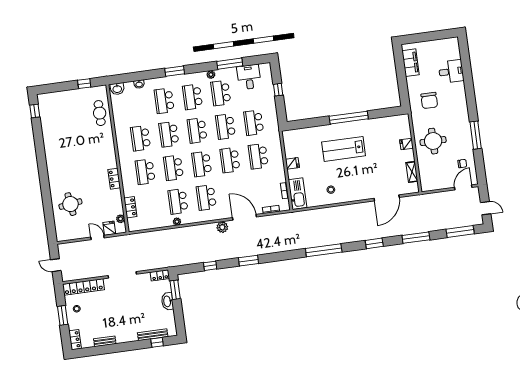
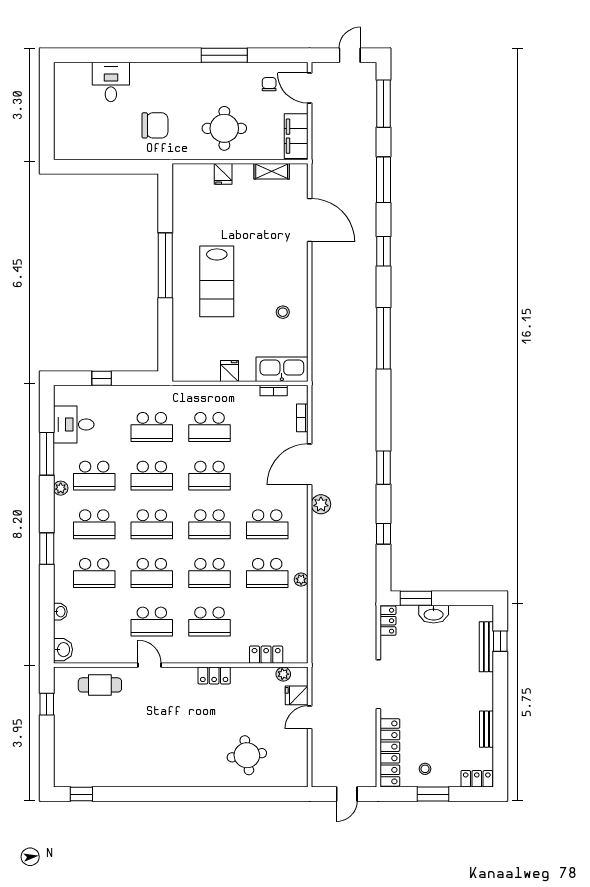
filing cabinet: (411, 63) -> (296, 136), moved, turned -90
door: (115, 140) -> (150, 665), added

